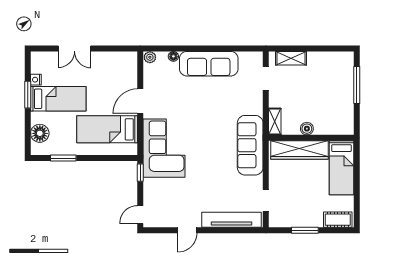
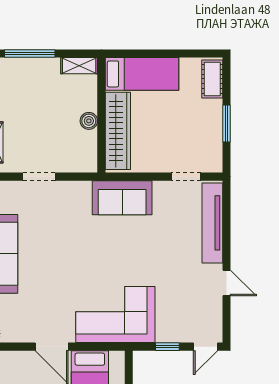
doorway: (266, 78) -> (39, 177), moved
shelving: (275, 122) -> (79, 66), moved
sofa: (250, 145) -> (122, 198), width x0.73
window: (140, 173) -> (167, 347), moved
door: (140, 215) -> (205, 347), hinge flipped

